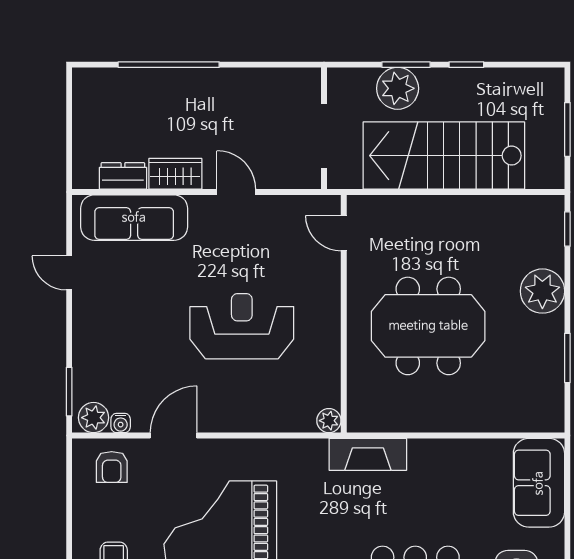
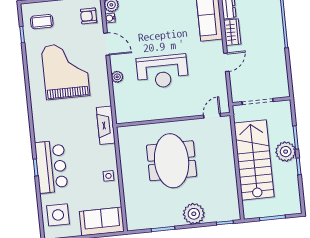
plant: (398, 88) -> (286, 152), moved
reception desk: (242, 326) -> (162, 71), turned 90
plant: (329, 421) -> (117, 77), moved
fireplace: (368, 454) -> (106, 125), moved
side table: (446, 459) -> (108, 176), added

